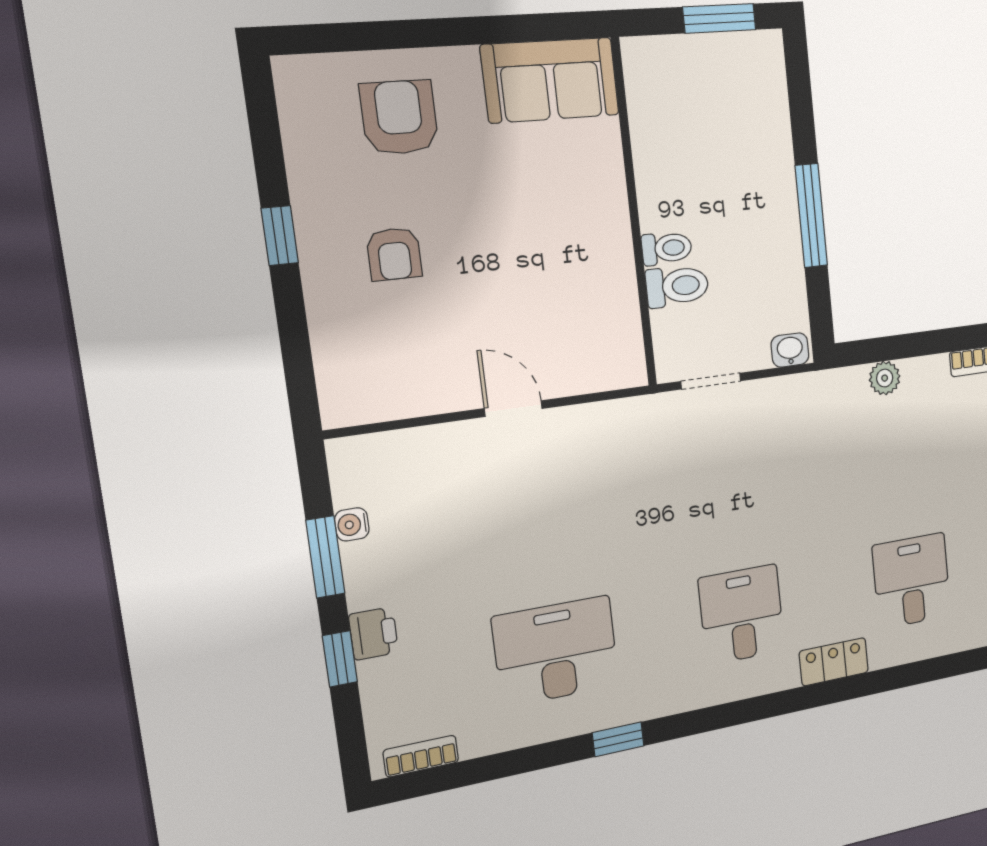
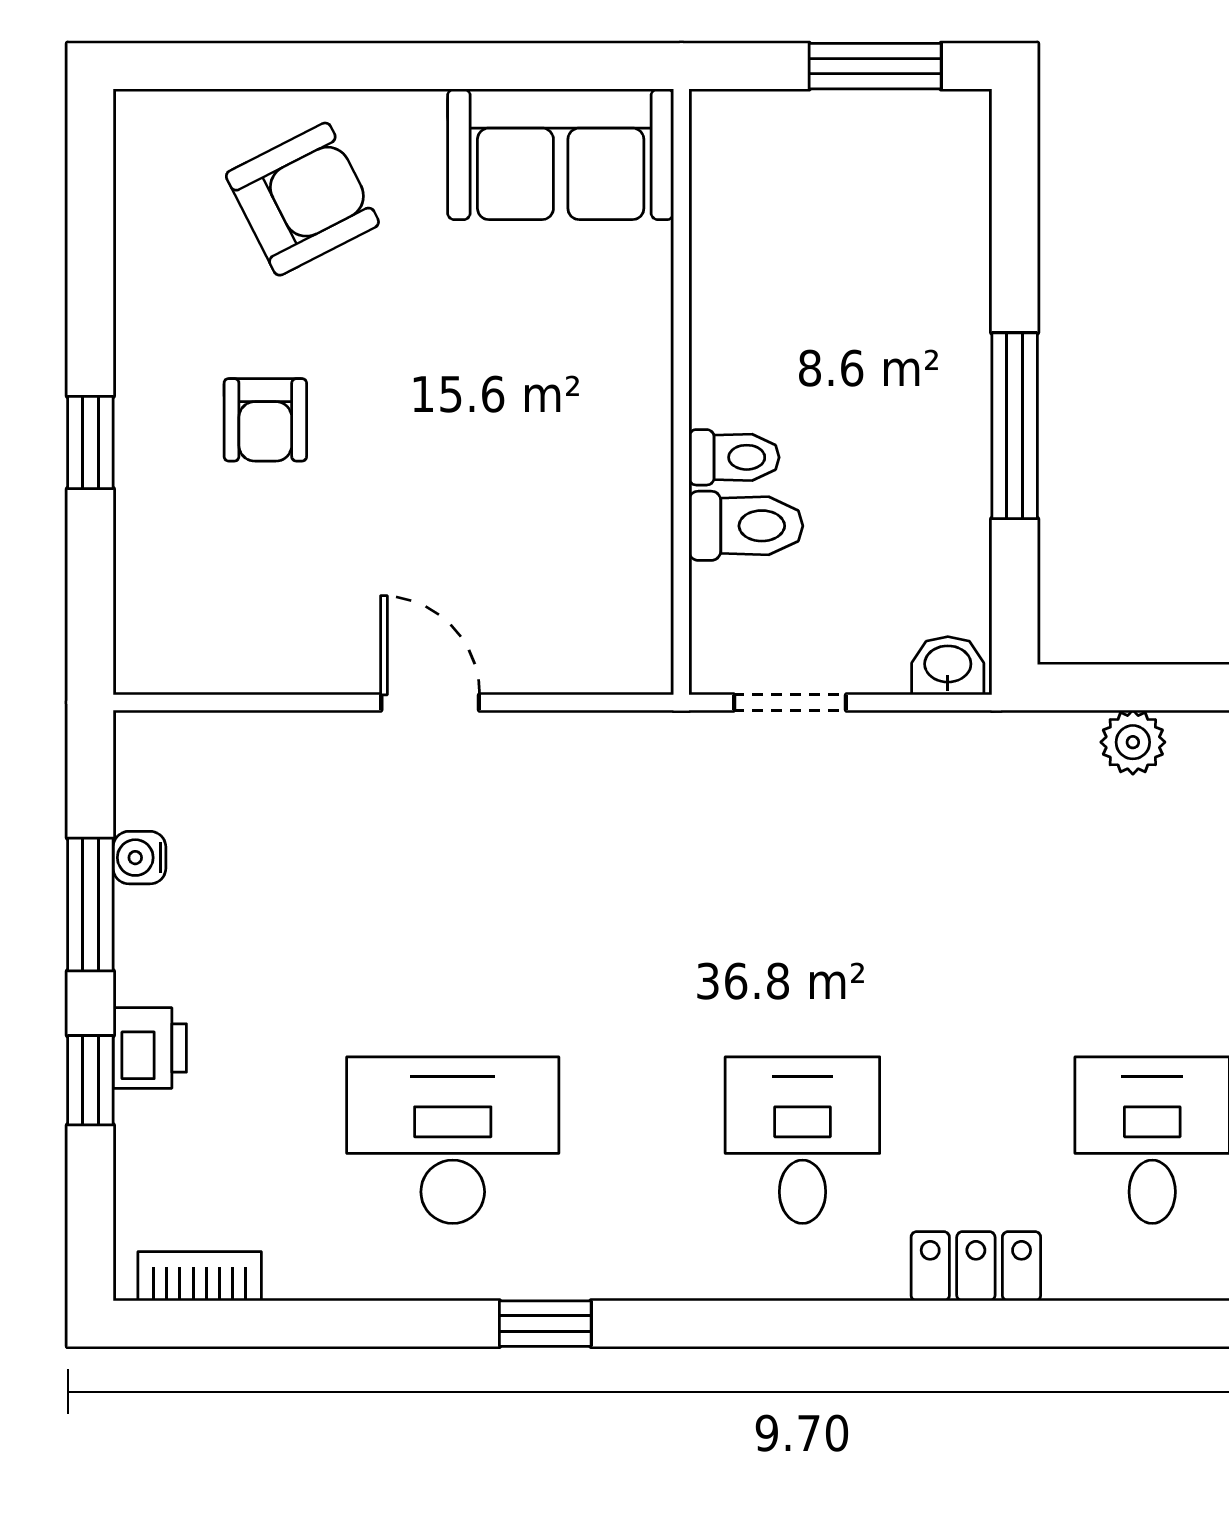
armchair: (399, 117) -> (302, 199), turned 63
window: (280, 236) -> (90, 442), moved

